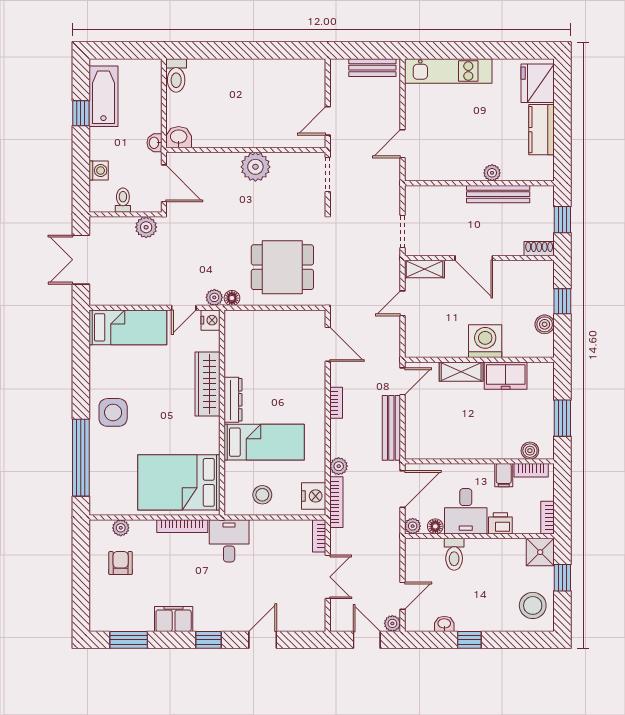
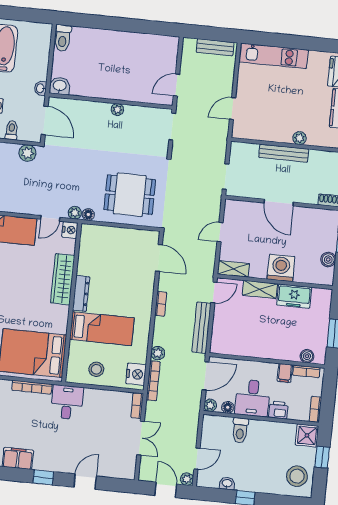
plant: (255, 167) -> (117, 110), width x0.53, depth x0.53
bench: (498, 194) -> (284, 153), moved
shelving: (425, 269) -> (233, 269), moved

